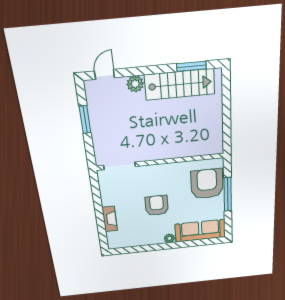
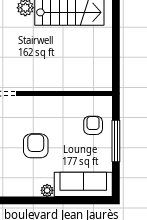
armchair: (207, 184) -> (93, 125), width x0.53, depth x0.53

